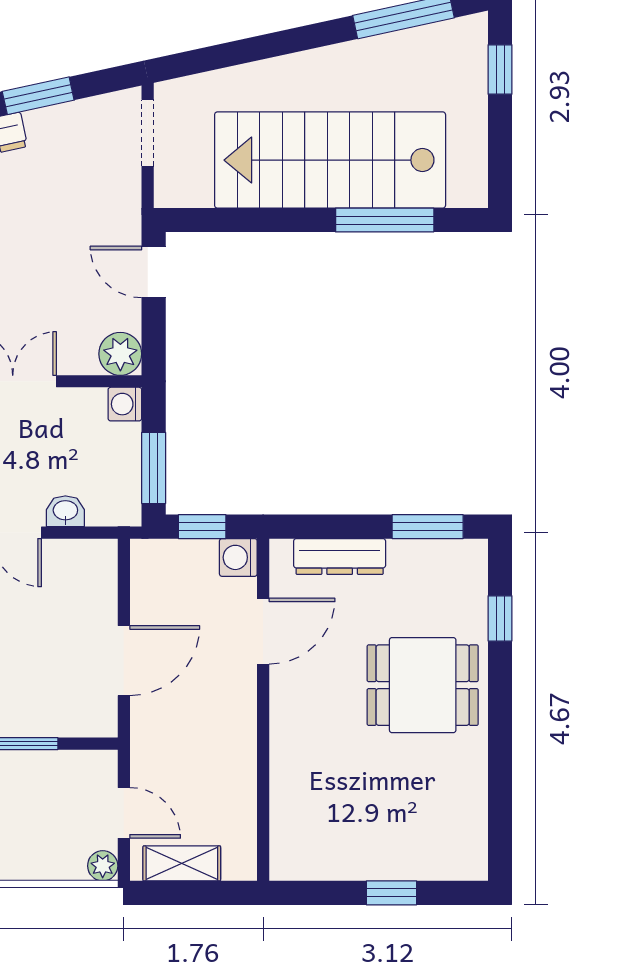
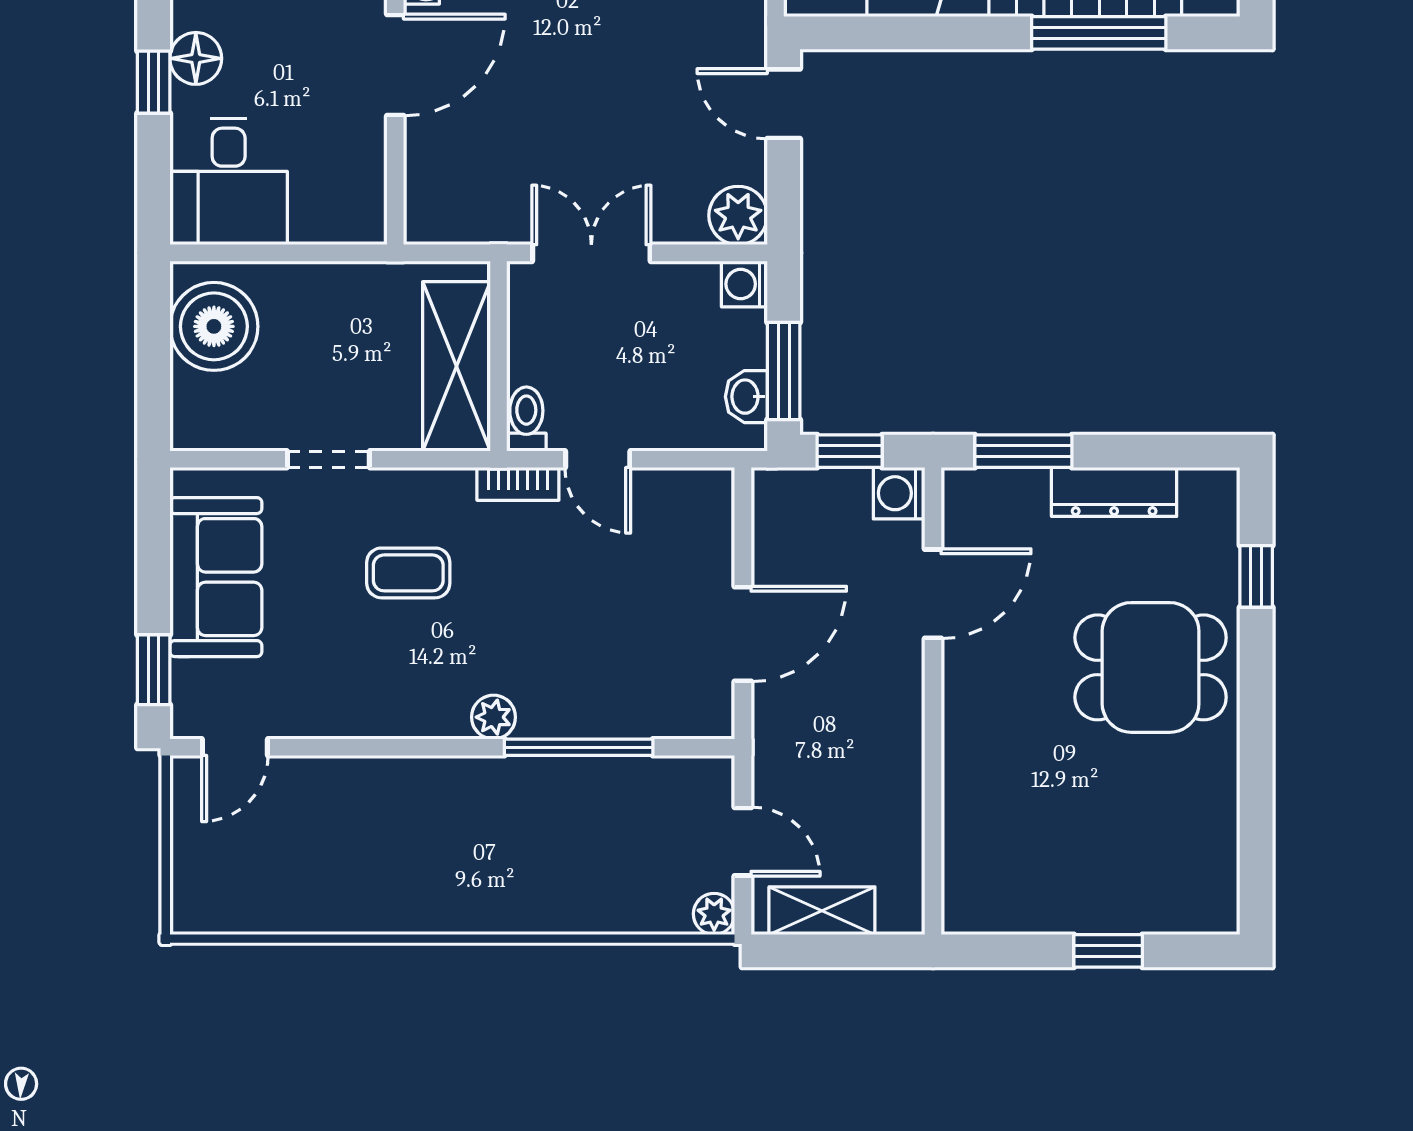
washbasin: (65, 511) -> (746, 397), moved, turned -90
window: (428, 527) -> (1023, 451), moved
dresser: (340, 556) -> (1114, 492), moved

